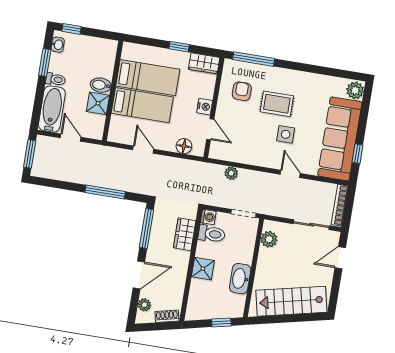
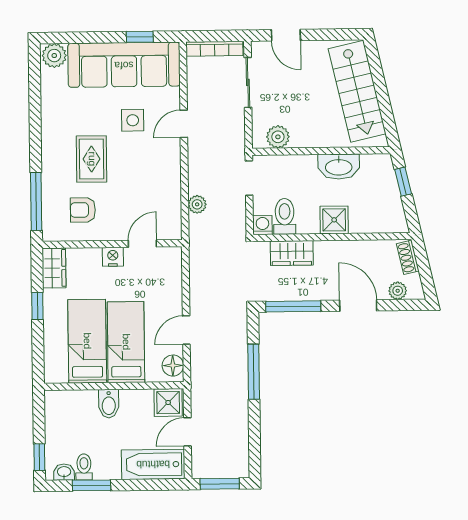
toilet: (56, 79) -> (84, 467), moved
shower: (98, 103) -> (168, 403), moved
side table: (286, 134) -> (133, 120), moved
floor lamp: (184, 146) -> (173, 366), moved

